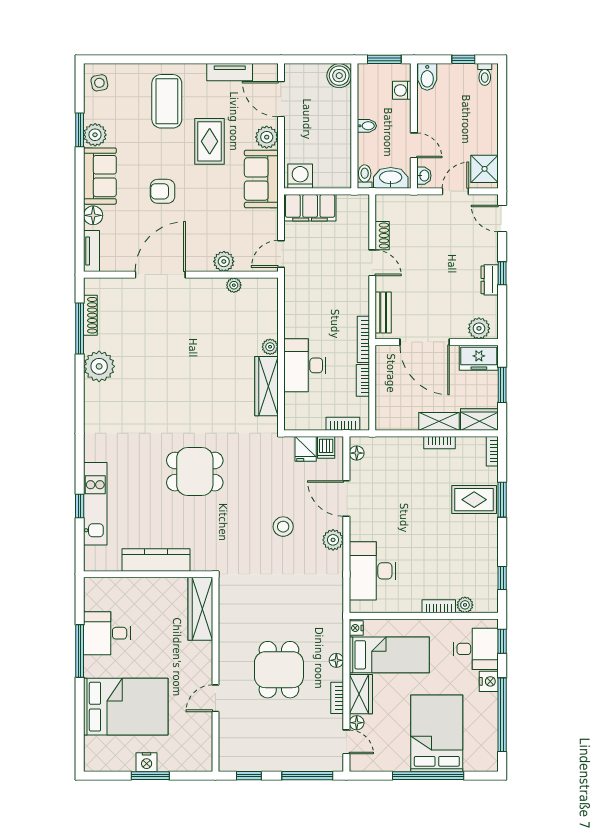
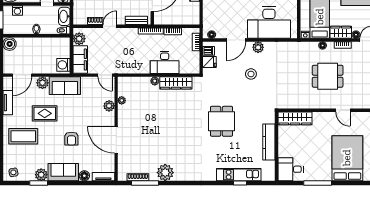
plant: (349, 206) -> (79, 39), added
desk: (372, 571) -> (269, 22), width x1.36, depth x1.30
desk: (107, 633) -> (291, 169), moved, turned 90

